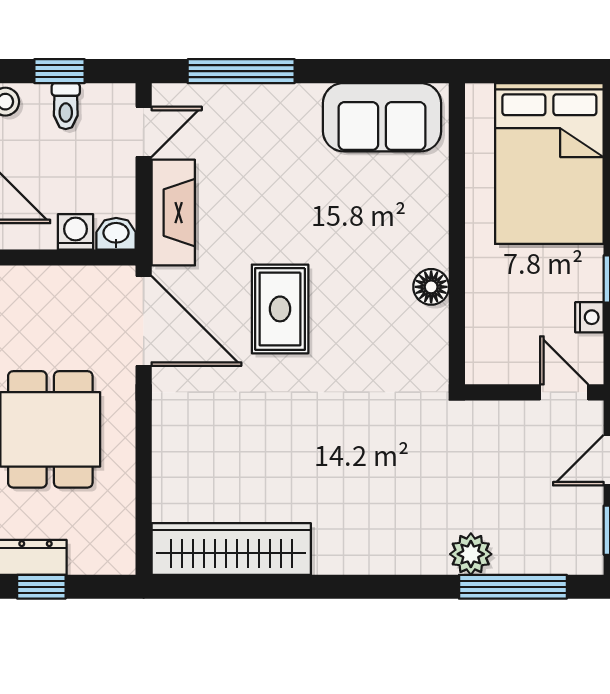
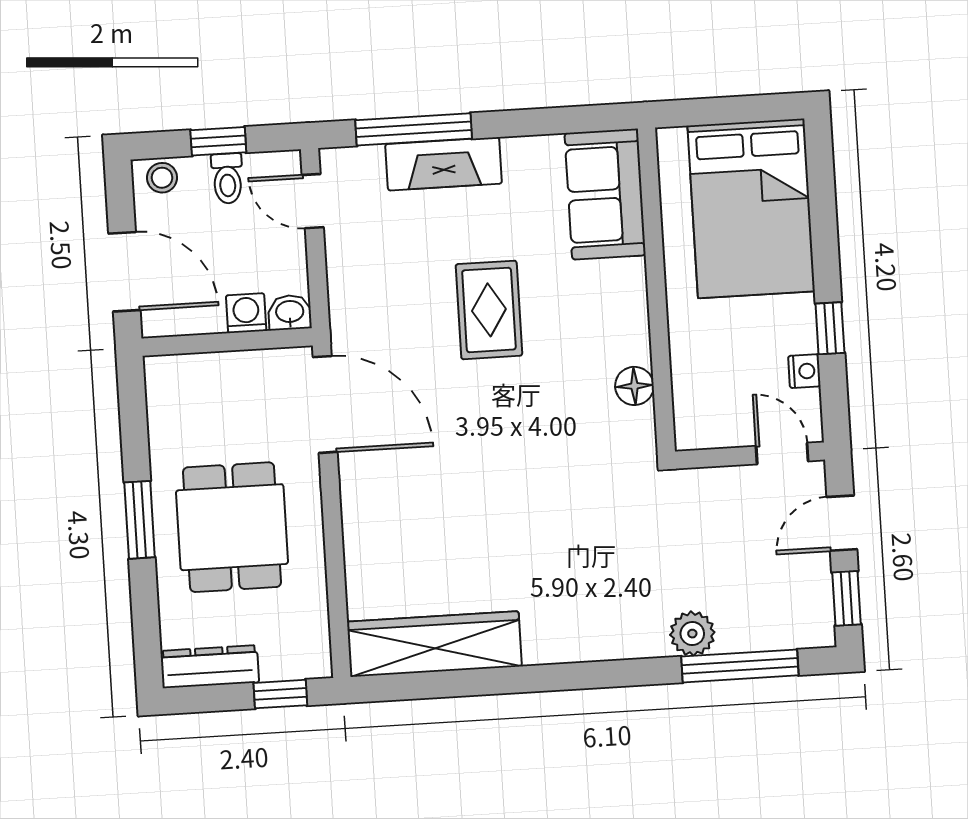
sofa: (382, 117) -> (605, 194), moved, turned 90
door: (144, 132) -> (313, 201), swing flipped
fireplace: (173, 213) -> (444, 164), moved, turned 90
floor lamp: (431, 287) -> (634, 386), moved
rug: (280, 309) -> (489, 310), moved
window: (41, 587) -> (280, 694), moved

